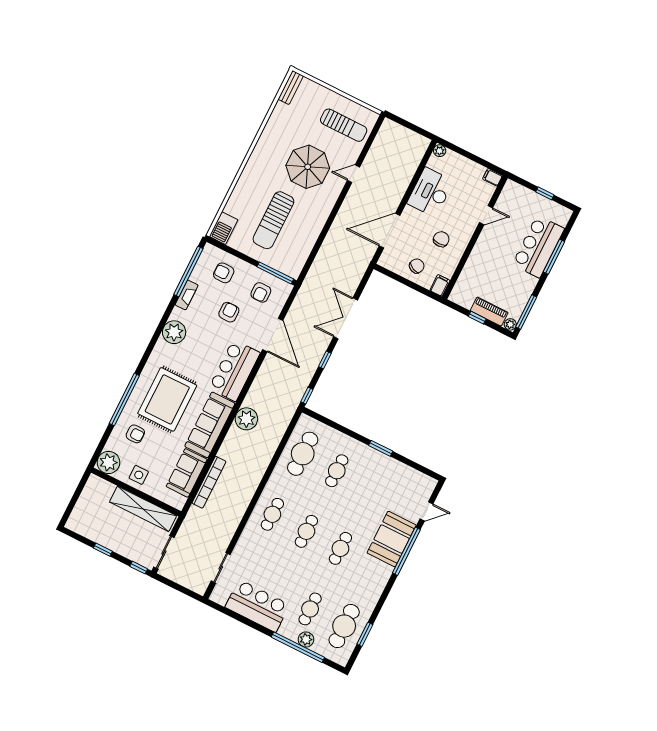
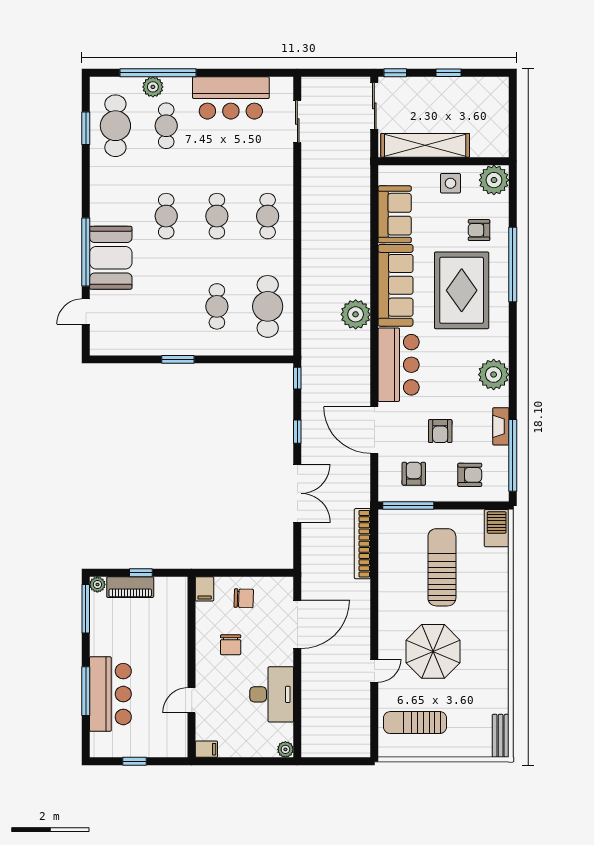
chair: (417, 266) -> (244, 598), turned -113
bookcase: (209, 482) -> (362, 544), moved

